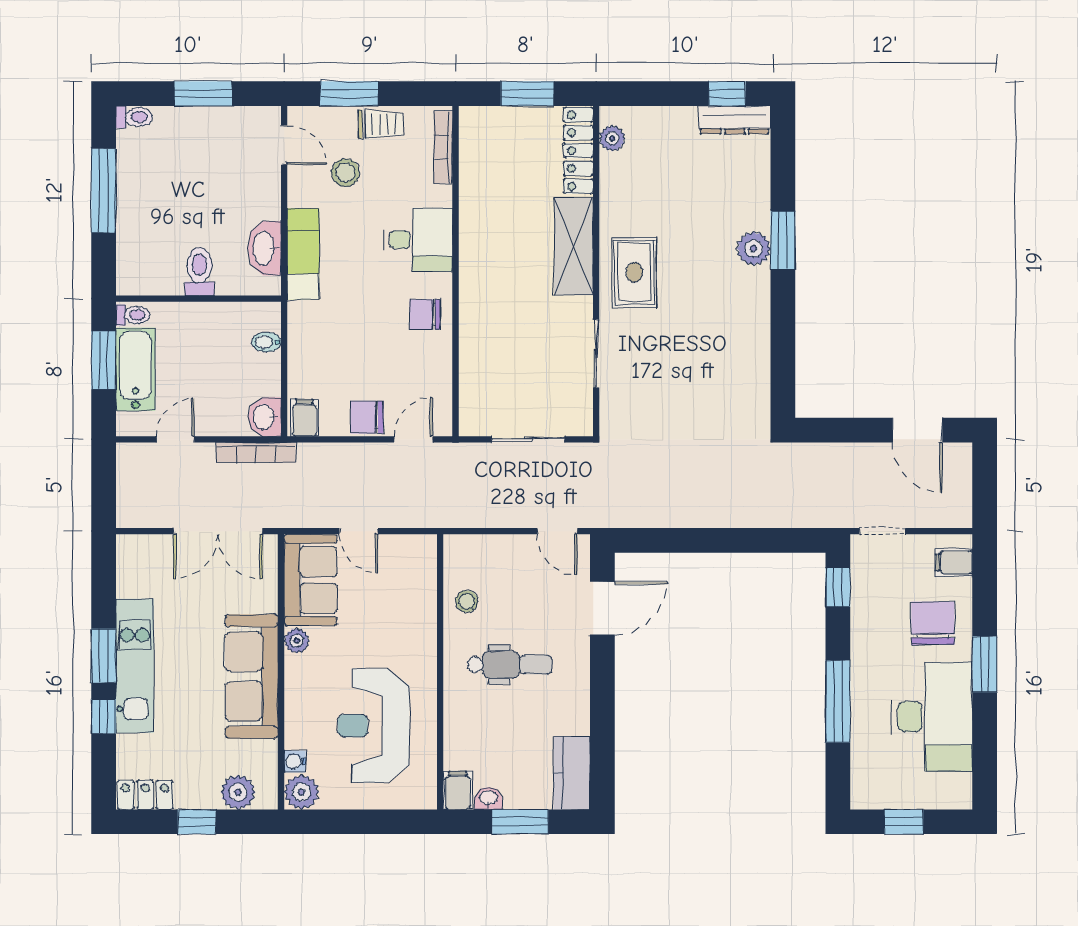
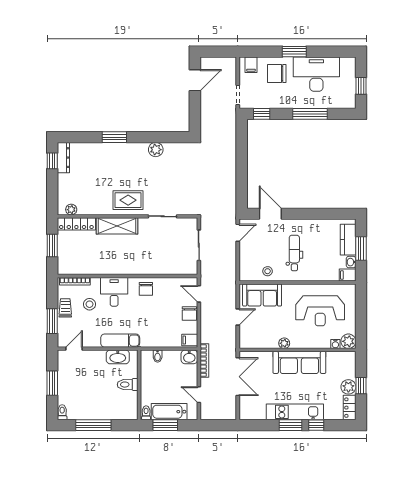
stool: (345, 173) -> (89, 304), moved
plant: (754, 248) -> (156, 150), moved
sofa: (311, 580) -> (262, 295), moved, turned 180
kitchen counter: (572, 773) -> (348, 240), moved, turned 90
plant: (238, 792) -> (348, 387), moved

